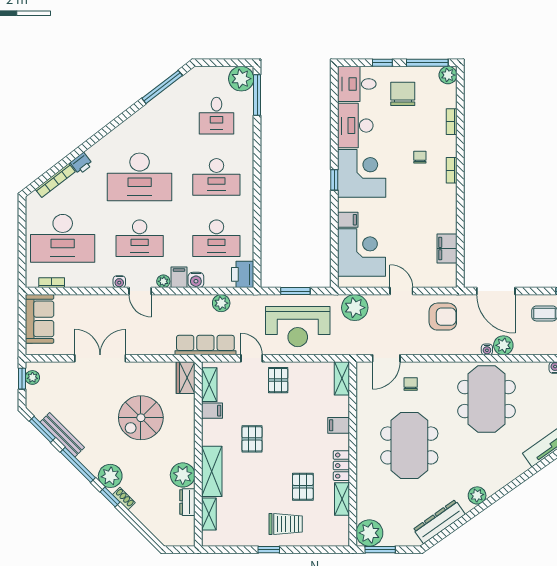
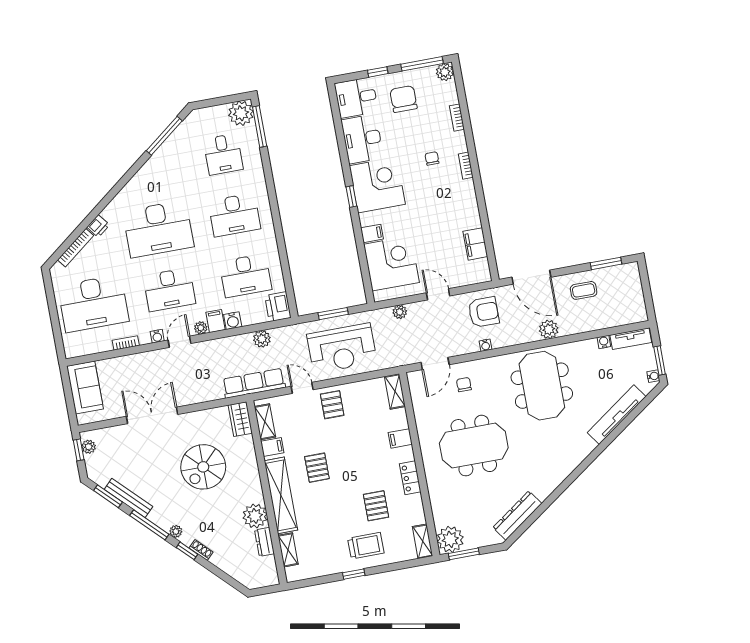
bookcase: (52, 283) -> (126, 343), moved
door: (140, 291) -> (179, 342), swing flipped
plant: (355, 308) -> (400, 312), width x0.53, depth x0.53
water cooler: (487, 349) -> (485, 345), moved
meeting table: (409, 445) -> (474, 446), turned 90
shelving: (212, 471) -> (281, 495), width x1.47
plant: (110, 476) -> (176, 531), width x0.53, depth x0.53
plant: (477, 495) -> (550, 483), removed
shelving: (342, 499) -> (423, 541), moved

